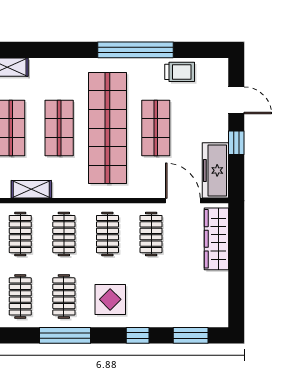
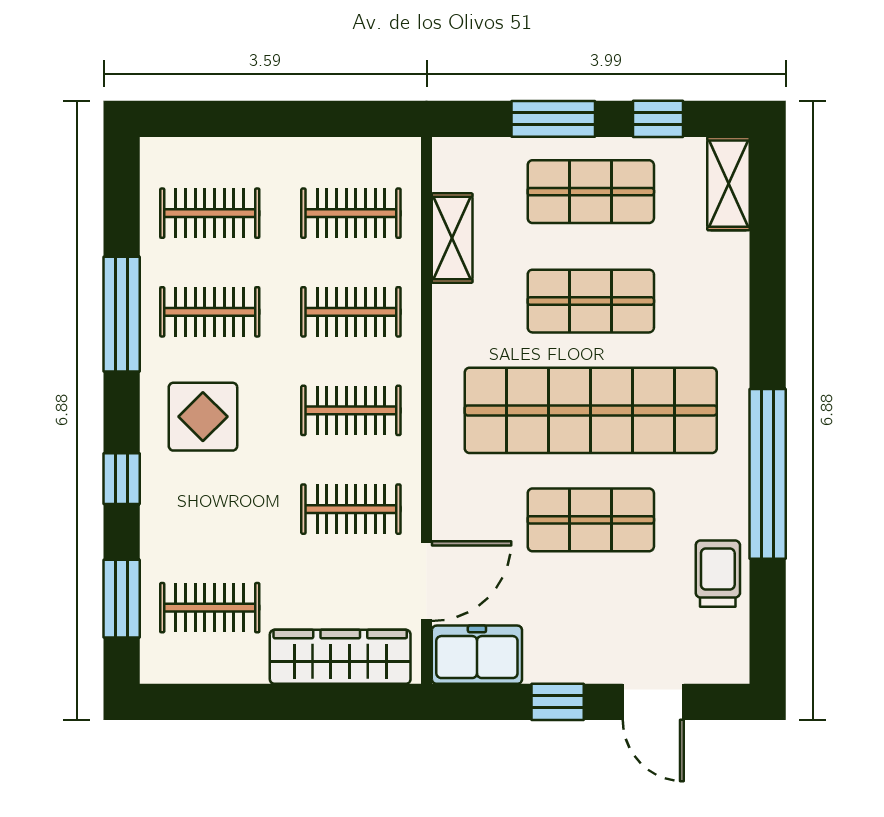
trolley: (180, 72) -> (718, 574), turned 180
door: (236, 100) -> (653, 702), hinge flipped
freezer: (215, 170) -> (477, 655), width x0.71
clothes rail: (195, 296) -> (210, 608), added

